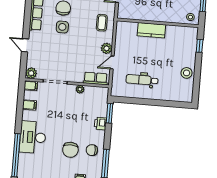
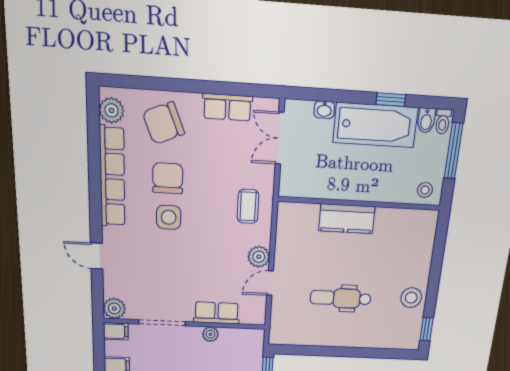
window: (200, 46) -> (427, 329), moved
row of seats: (96, 78) -> (217, 313), moved
dental chair: (142, 80) -> (341, 298), moved

